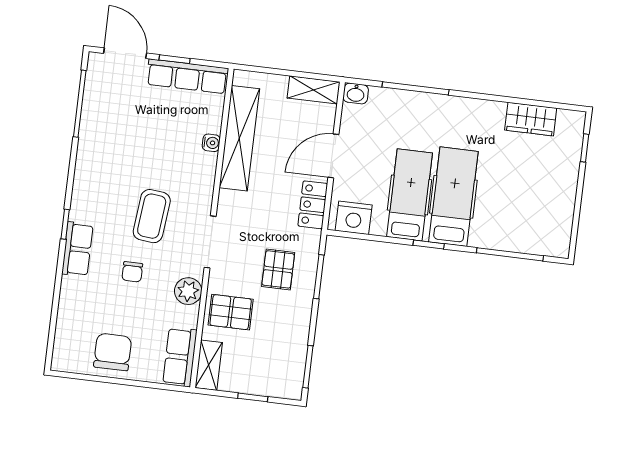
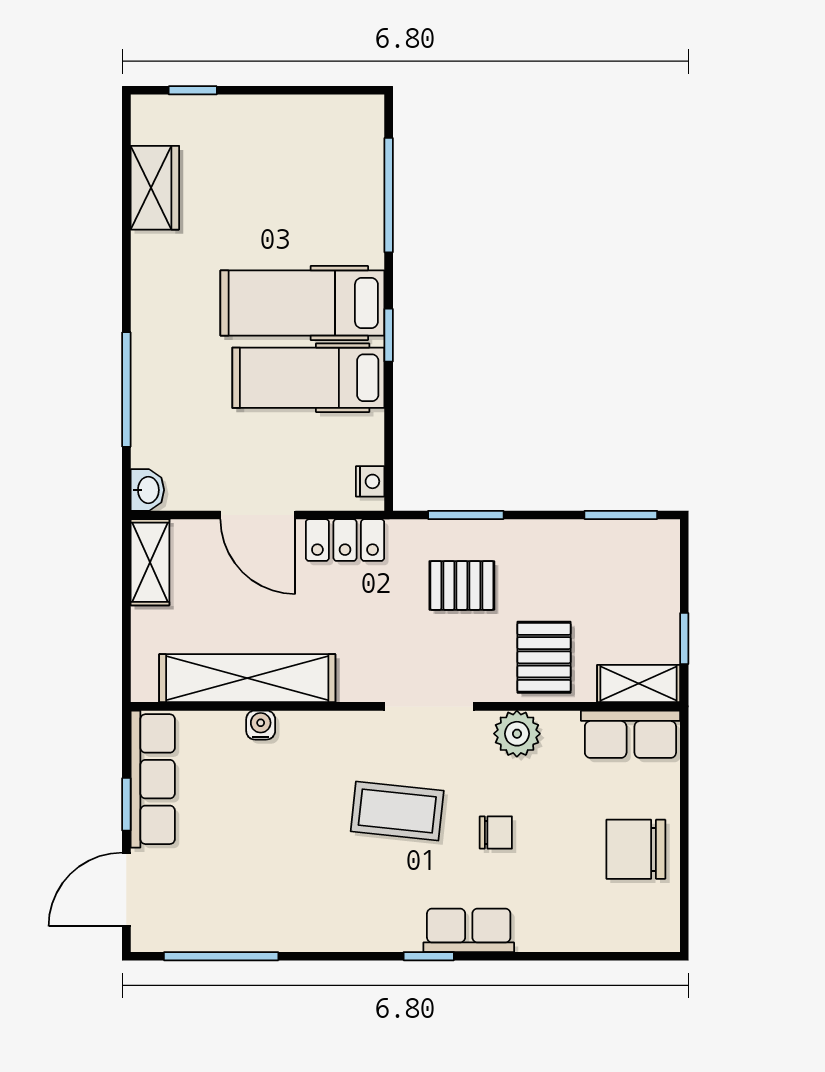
nightstand: (354, 218) -> (370, 481), width x0.53, depth x0.56
window: (253, 397) -> (684, 639), moved

